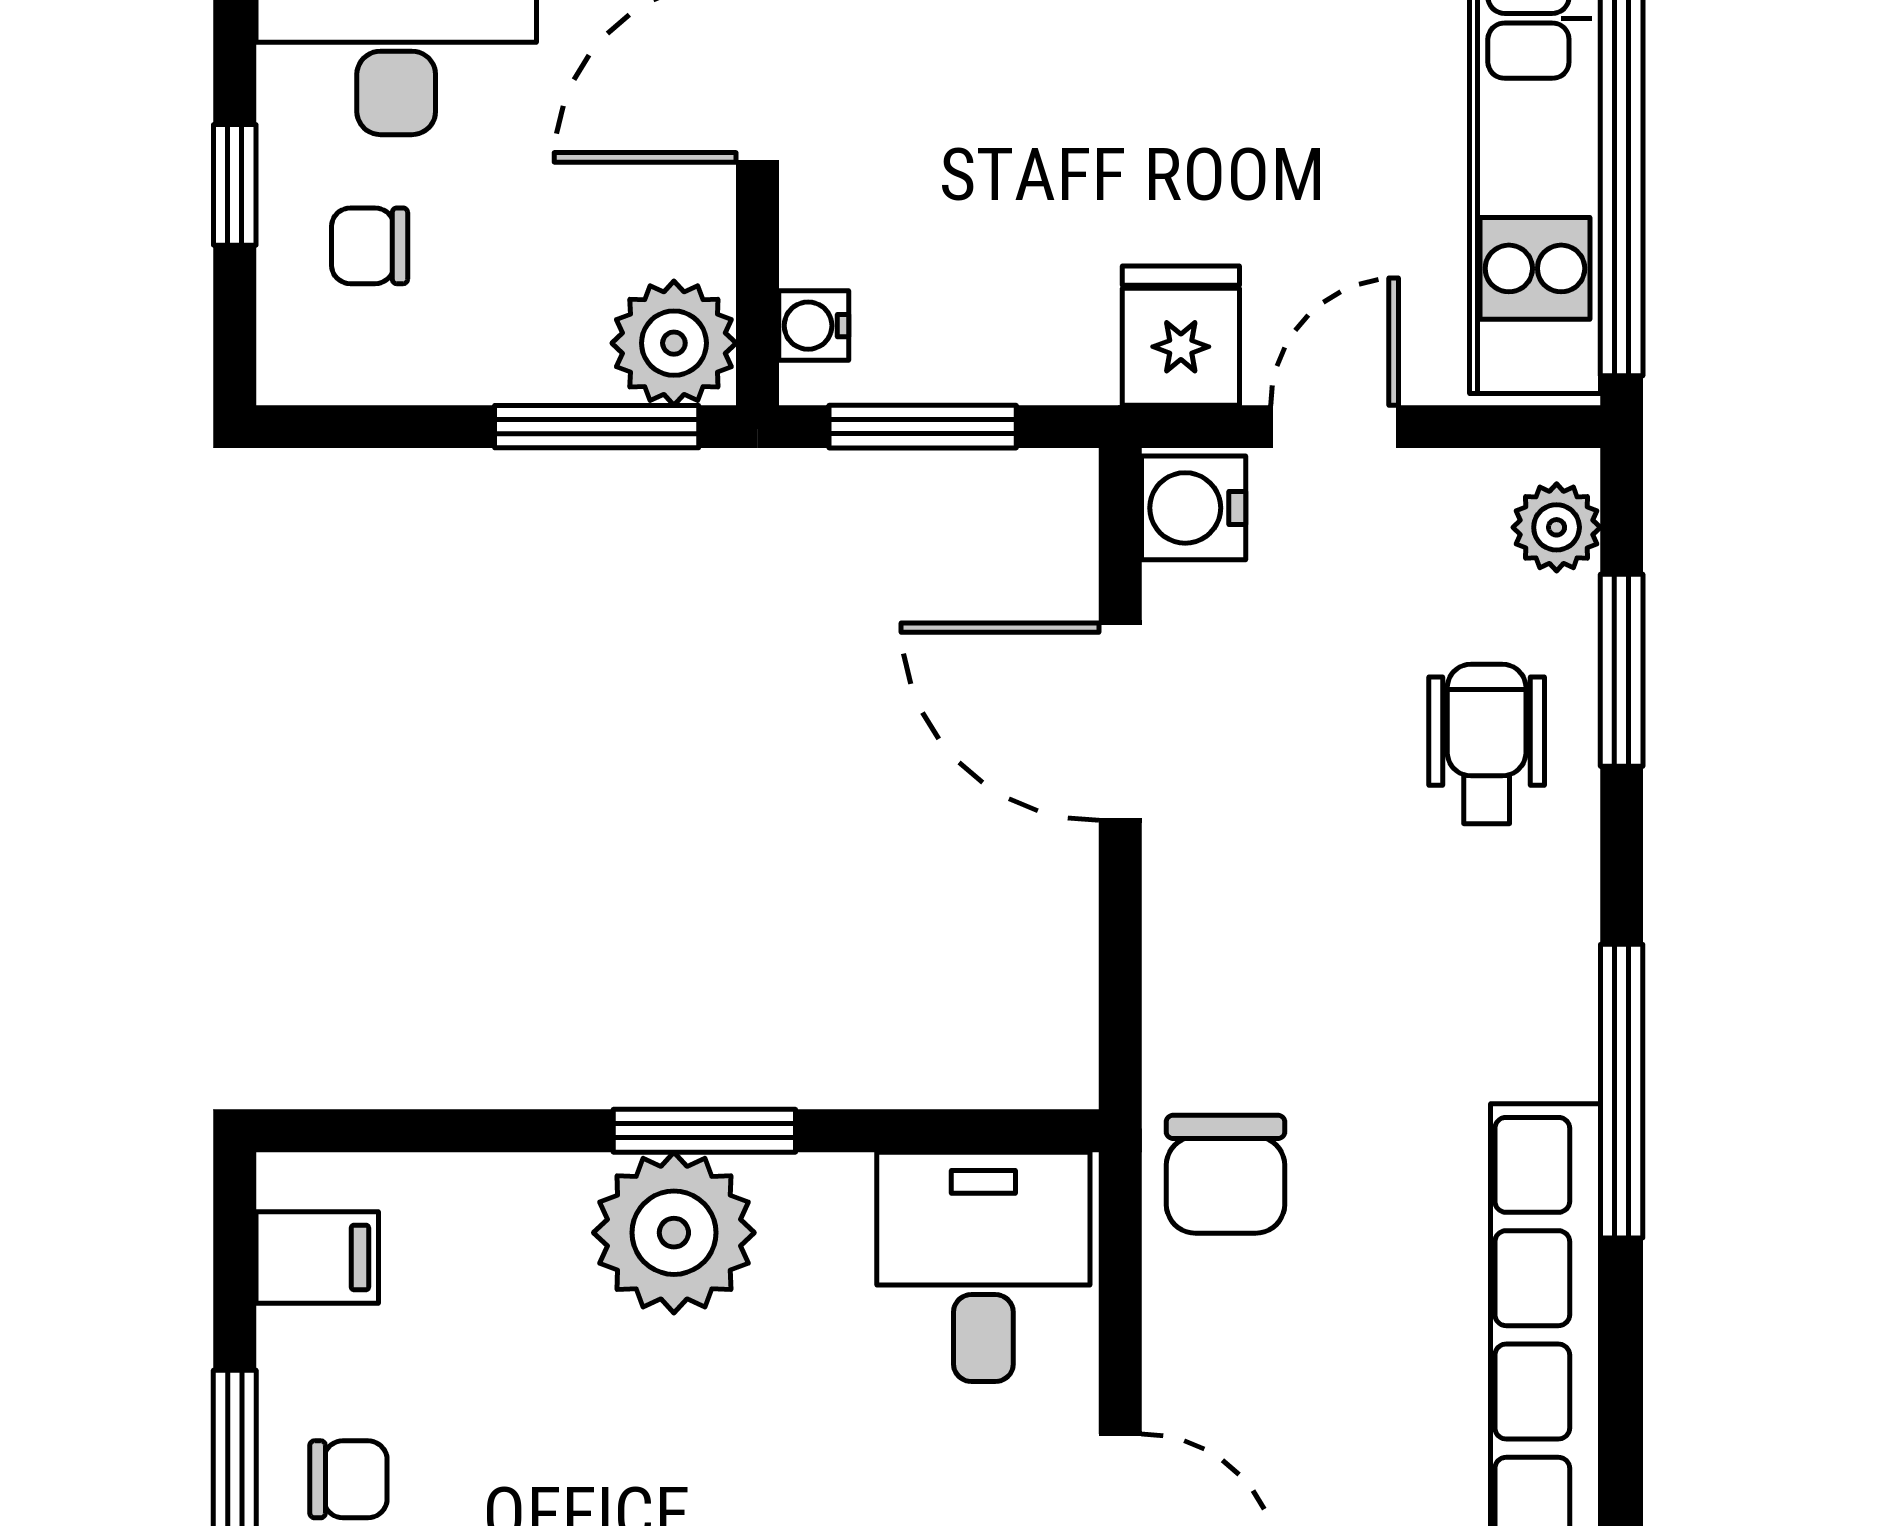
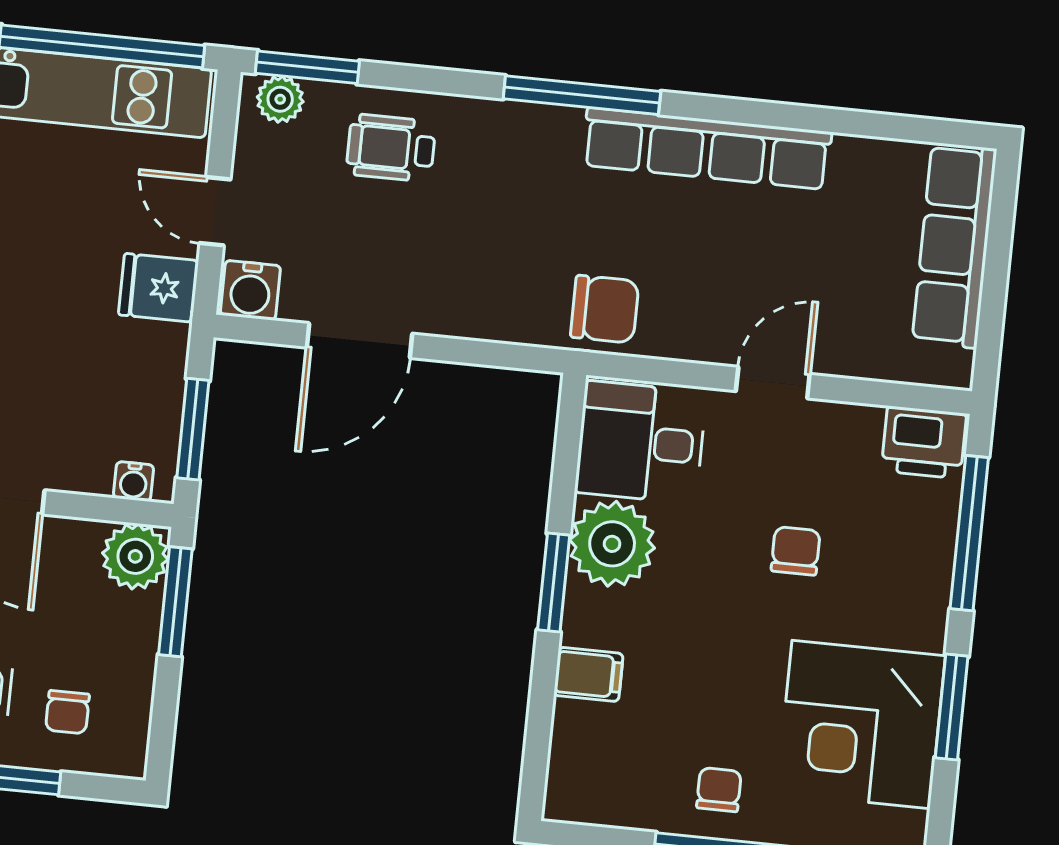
window: (1622, 670) -> (307, 67), moved
plant: (674, 1233) -> (612, 544), moved
filing cabinet: (317, 1257) -> (588, 674), moved, turned 90

